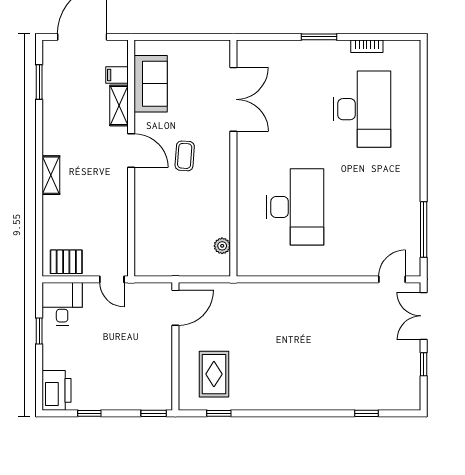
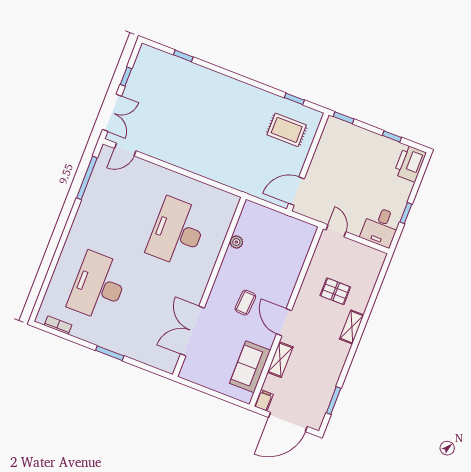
bookcase: (367, 46) -> (58, 325), moved
filing cabinet: (117, 75) -> (264, 400), moved, turned -90
plant: (222, 246) -> (236, 242), moved
pallet: (66, 262) -> (335, 291), moved
rug: (214, 374) -> (287, 130), turned 90

